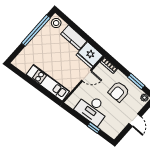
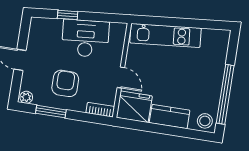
door: (87, 76) -> (121, 78), swing flipped

